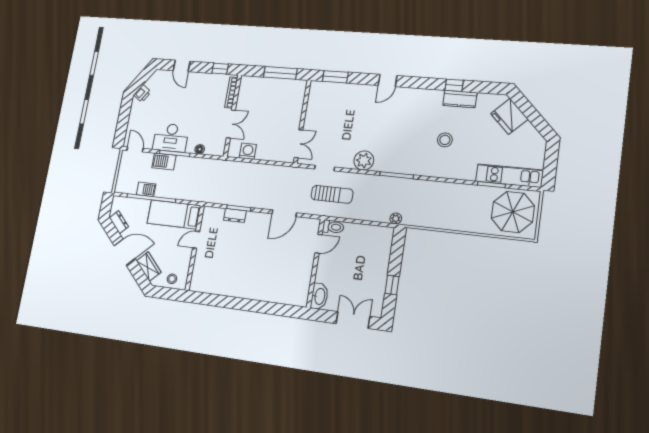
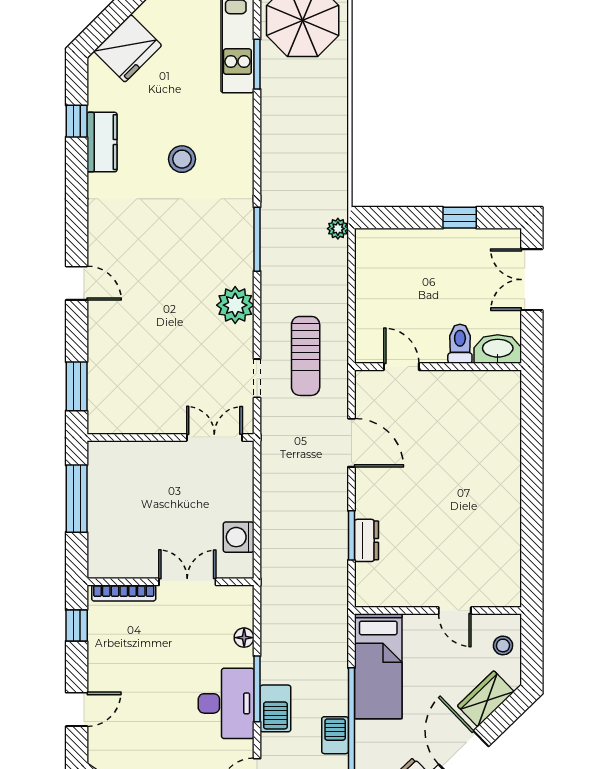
window: (454, 85) -> (77, 121), moved
sun lounger: (332, 194) -> (306, 356), turned 180
toilet: (333, 227) -> (460, 344), moved
door: (196, 240) -> (455, 611), moved

